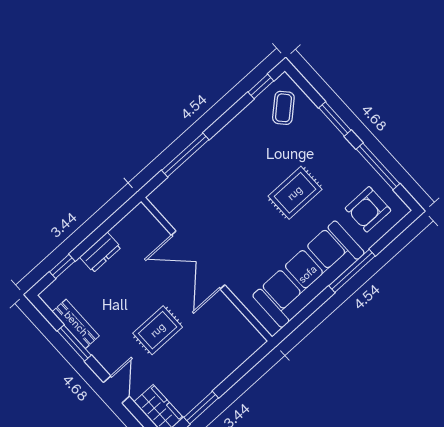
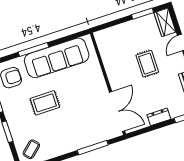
double door: (198, 260) -> (117, 111), moved
rug: (158, 330) -> (147, 64), turned 90

